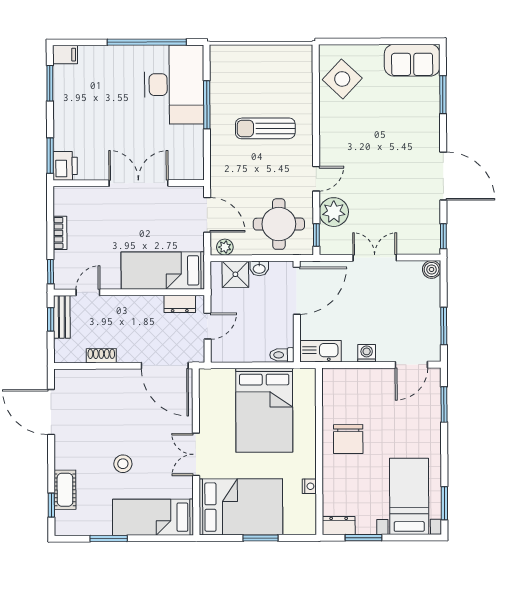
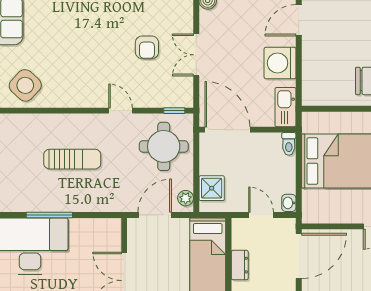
sun lounger: (265, 128) -> (72, 159), turned -90
armchair: (382, 206) -> (147, 47), added
plant: (334, 212) -> (152, 94), removed
washbasin: (259, 268) -> (289, 203), moved, turned 180
dresser: (180, 304) -> (240, 265), moved
washing machine: (367, 353) -> (280, 63), width x1.89, depth x1.89
door: (411, 365) -> (299, 20), swing flipped

